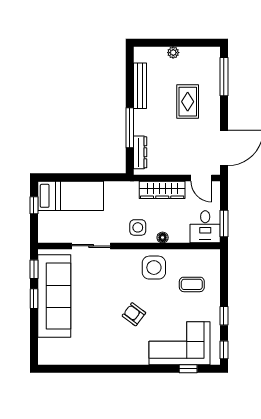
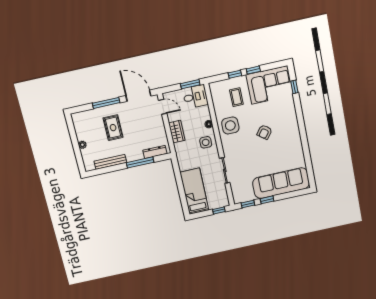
window: (224, 77) -> (106, 103), moved
rug: (188, 102) -> (113, 128), turned 90
door: (201, 178) -> (163, 107), hinge flipped
wardrobe: (162, 190) -> (177, 132), width x0.67
window: (34, 205) -> (219, 210), moved
sofa: (54, 296) -> (281, 183), moved
corner sofa: (180, 343) -> (270, 85), moved, turned -90
window: (224, 350) -> (235, 74), moved

